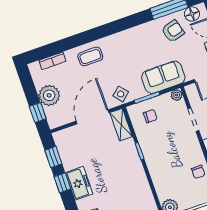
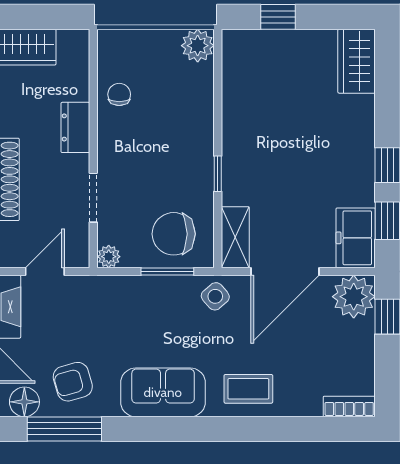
bookcase: (52, 61) -> (349, 406), moved
sofa: (163, 77) -> (163, 392), moved, turned 180
plant: (49, 95) -> (354, 297), moved
chair: (150, 116) -> (174, 234), width x1.87, depth x1.87
freezer: (79, 183) -> (356, 238), moved

